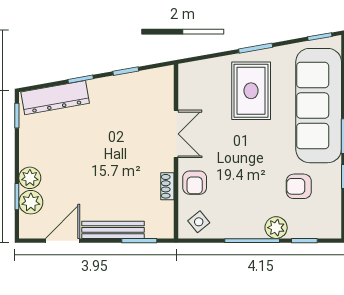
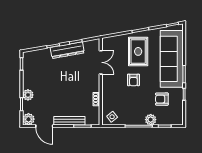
dresser: (55, 98) -> (67, 50), moved
double door: (176, 134) -> (101, 62), moved
armchair: (195, 183) -> (133, 80), moved
plant: (31, 202) -> (28, 119), moved
door: (62, 241) -> (44, 126), swing flipped

